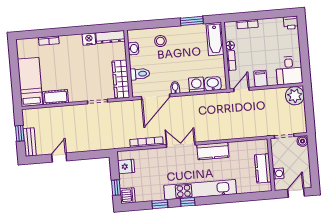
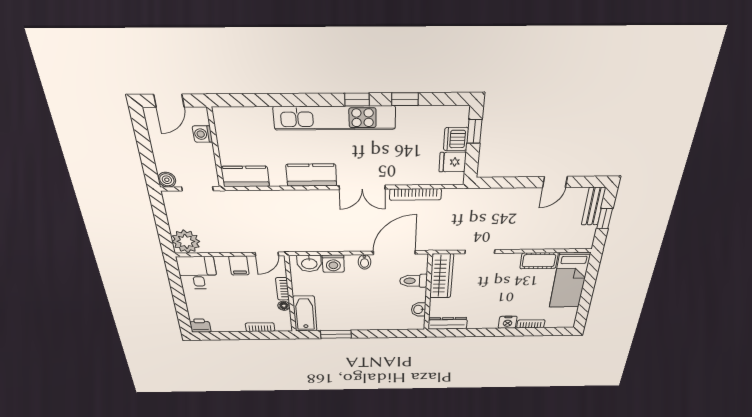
nightstand: (89, 39) -> (508, 322), moved
stool: (160, 41) -> (380, 316), removed
kitchen counter: (263, 168) -> (245, 176), moved, turned -90
dishwasher: (128, 196) -> (456, 139), moved

